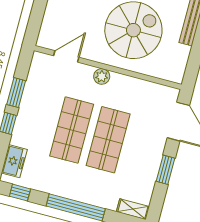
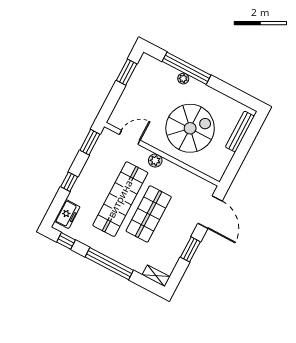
window: (16, 93) -> (90, 142), moved
shop shelf: (72, 130) -> (120, 199), width x1.40

